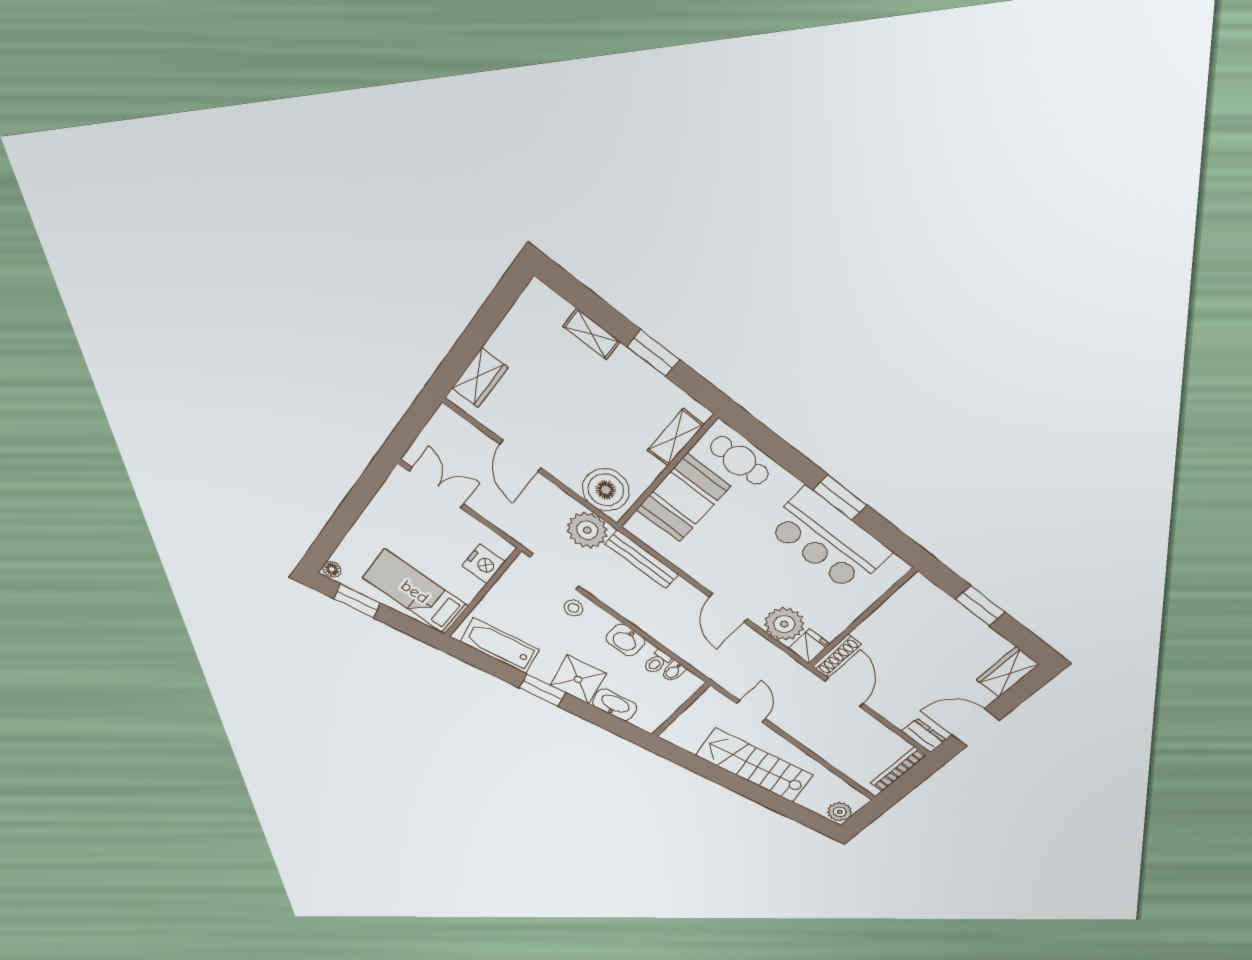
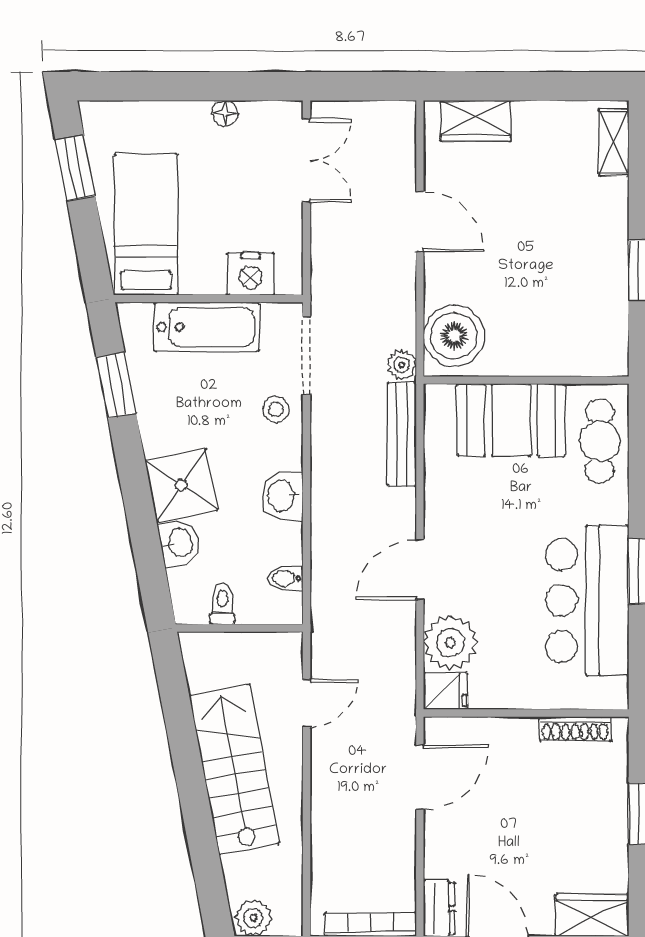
shelving: (592, 334) -> (614, 142), moved
shelving: (676, 437) -> (572, 360), removed
door: (520, 456) -> (420, 222), swing flipped
plant: (587, 530) -> (402, 365), width x0.53, depth x0.53
floor lamp: (332, 569) -> (225, 113), moved
bathtub: (500, 646) -> (207, 327), moved, turned 101
shoe rack: (837, 655) -> (575, 729), moved
toilet: (657, 662) -> (222, 604), moved, turned 90
window: (542, 690) -> (116, 385), moved
washbasin: (615, 705) -> (179, 543), width x0.72

